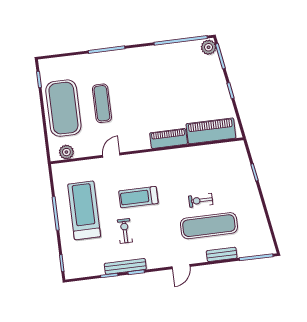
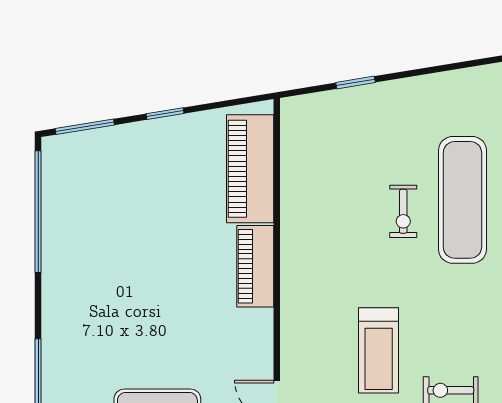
plant: (209, 47) -> (61, 151), removed

